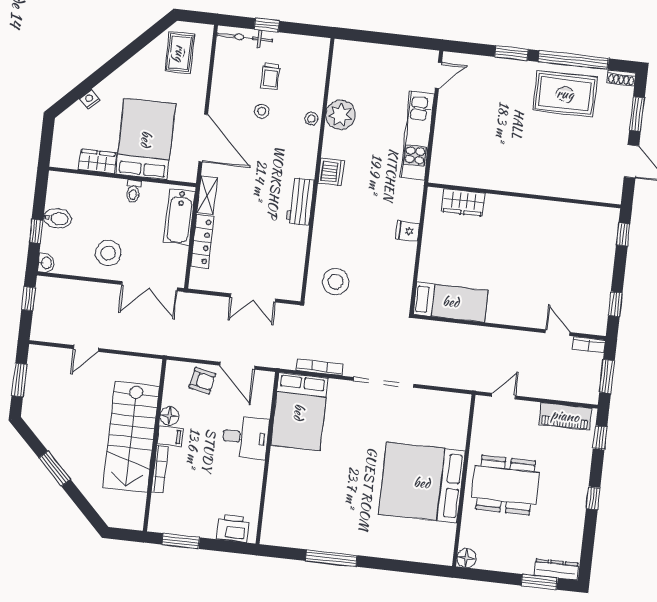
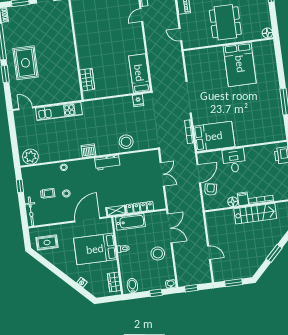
window: (267, 25) -> (20, 186), moved
rug: (565, 94) -> (25, 63), moved
plant: (341, 115) -> (30, 157), moved
wardrobe: (97, 161) -> (114, 282), moved
bidet: (57, 218) -> (132, 286), moved
fridge: (407, 231) -> (138, 100), moved
stool: (336, 282) -> (126, 142), moved
stairs: (131, 437) -> (255, 214), width x0.73, depth x0.66
bed: (422, 483) -> (240, 64), width x0.73

